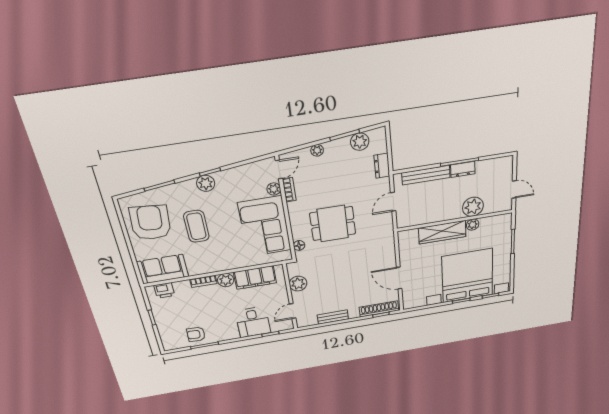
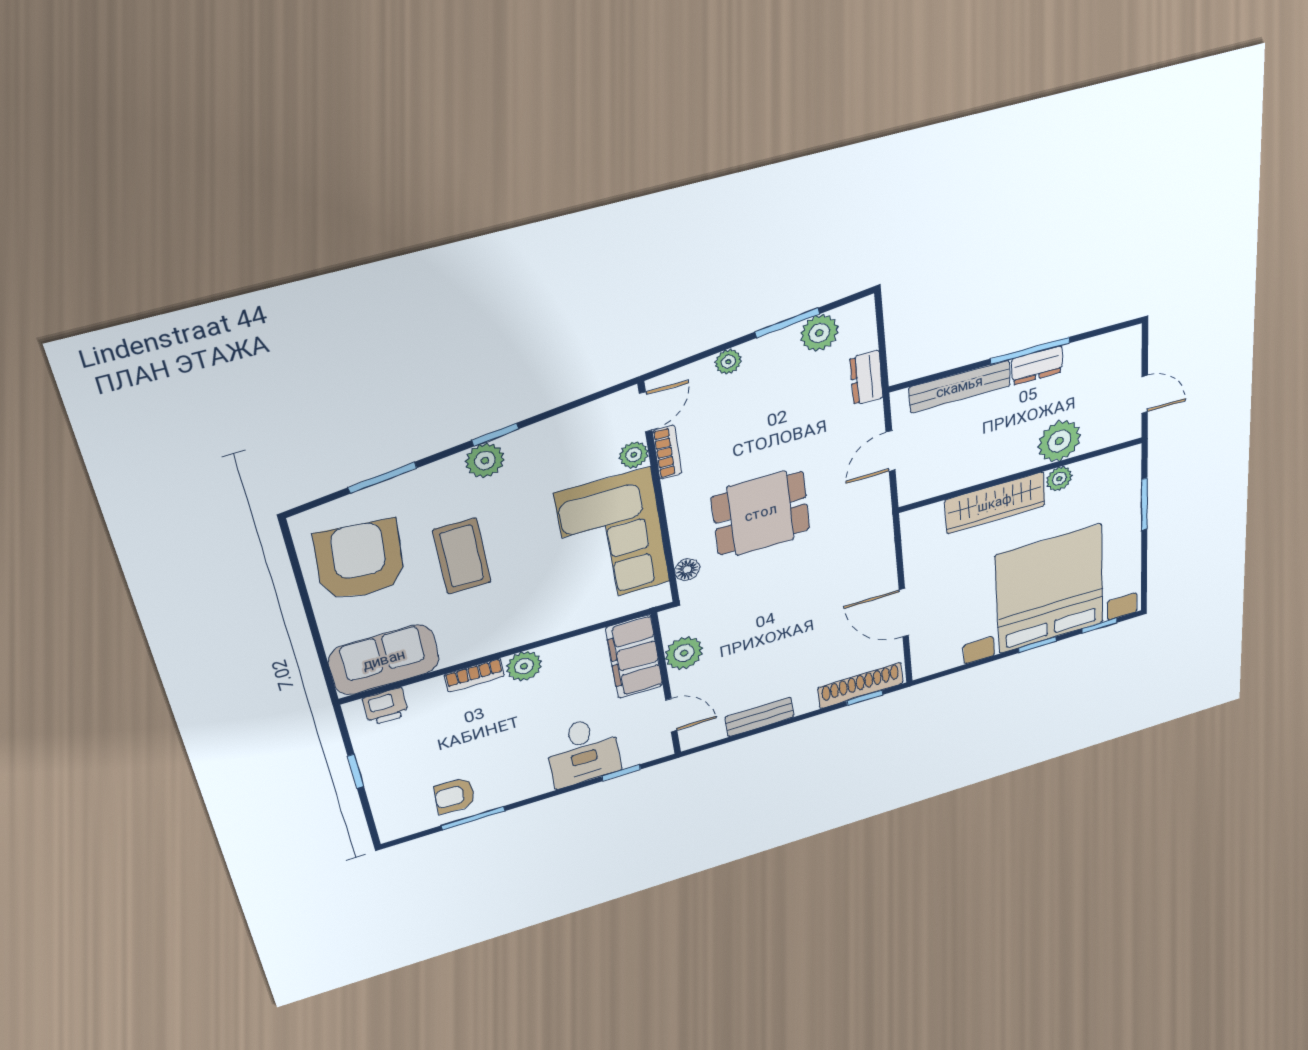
filing cabinet: (255, 277) -> (634, 657), moved, turned 90
door: (293, 311) -> (671, 715), swing flipped

